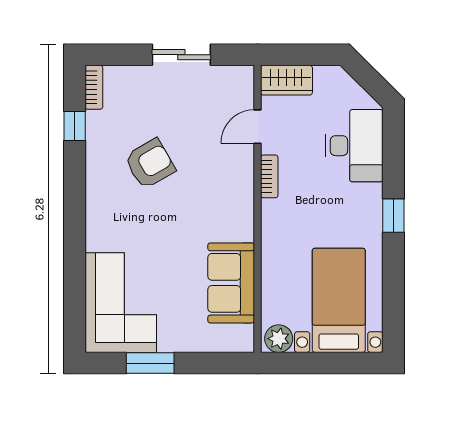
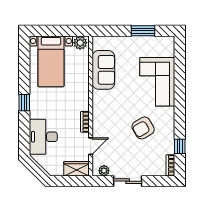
plant: (230, 76) -> (104, 171), added
corner sofa: (121, 303) -> (157, 82), moved

